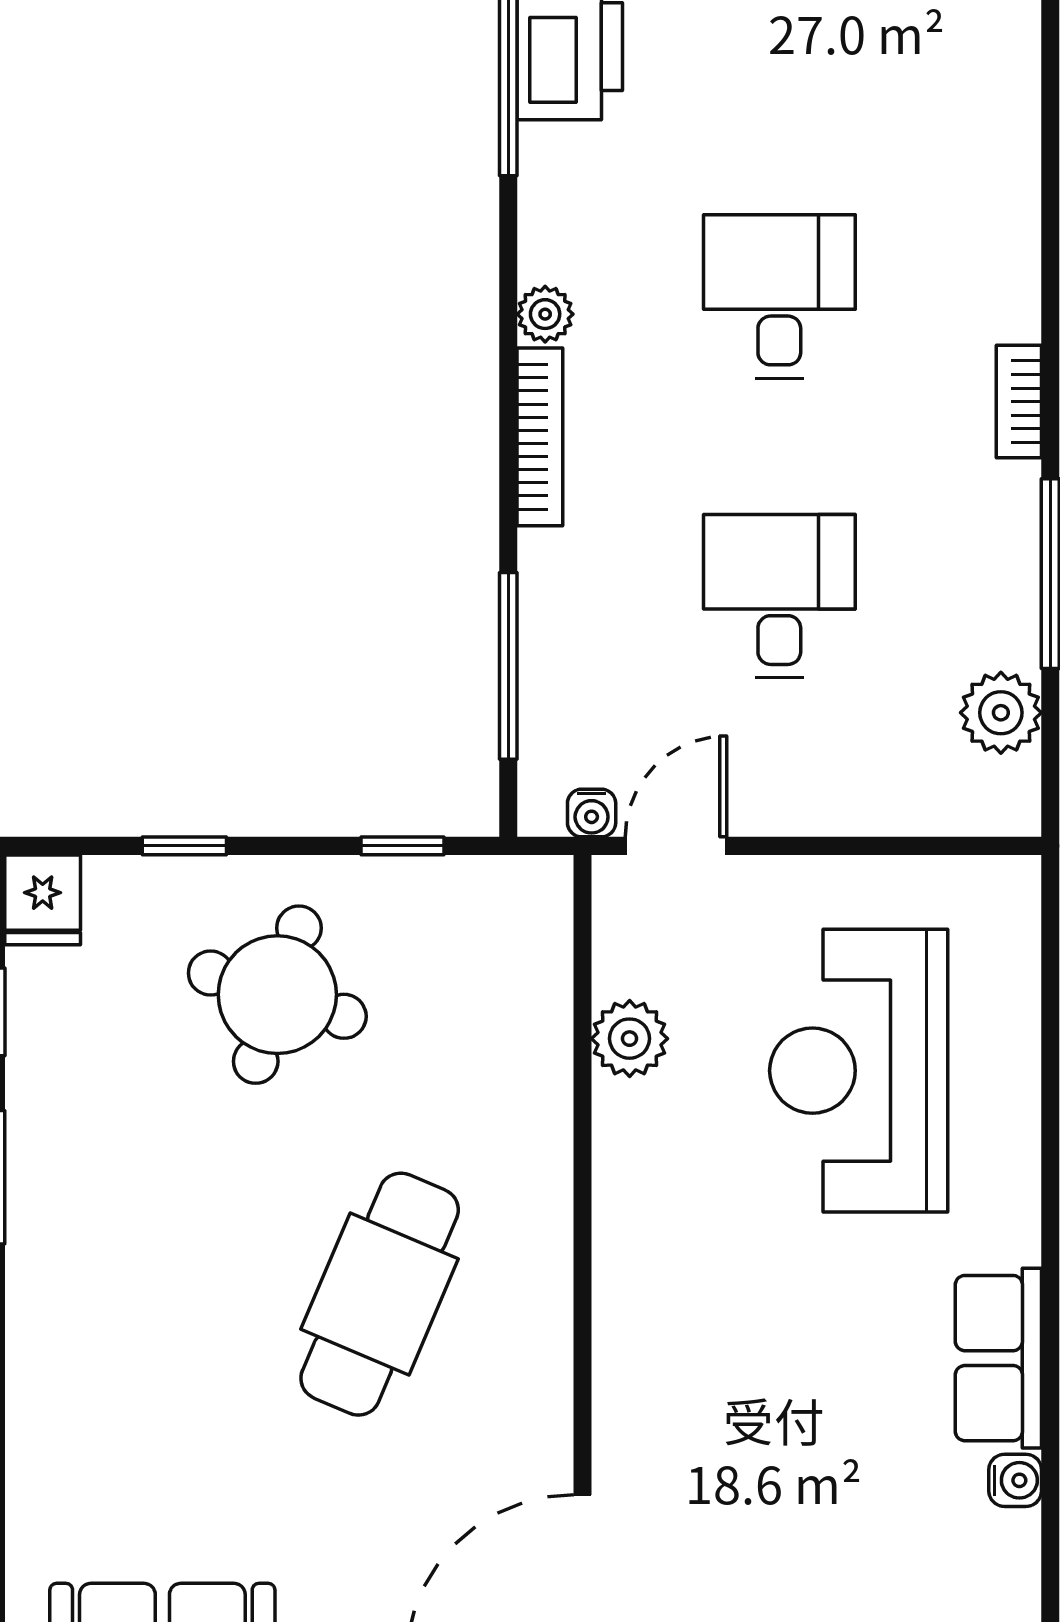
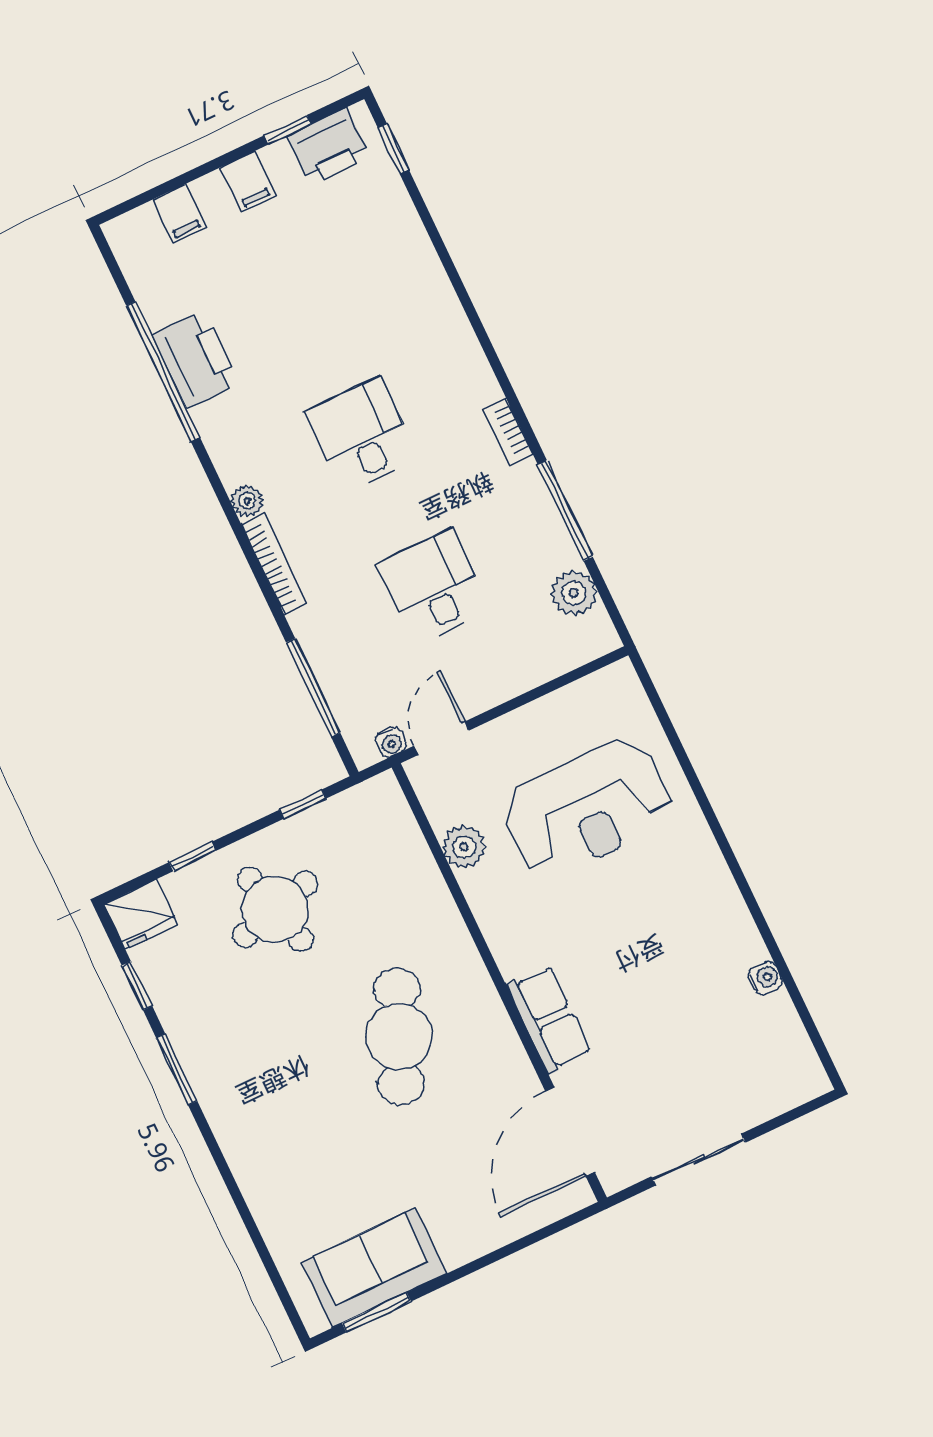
fridge: (43, 900) -> (141, 914), width x1.38
round table: (277, 995) -> (275, 909), turned -33
reception desk: (859, 1071) -> (588, 808), turned -90
row of seats: (998, 1358) -> (549, 1019), moved, turned 180

